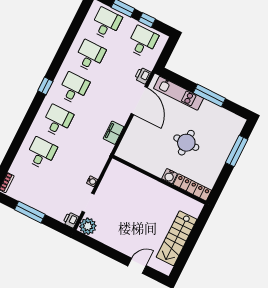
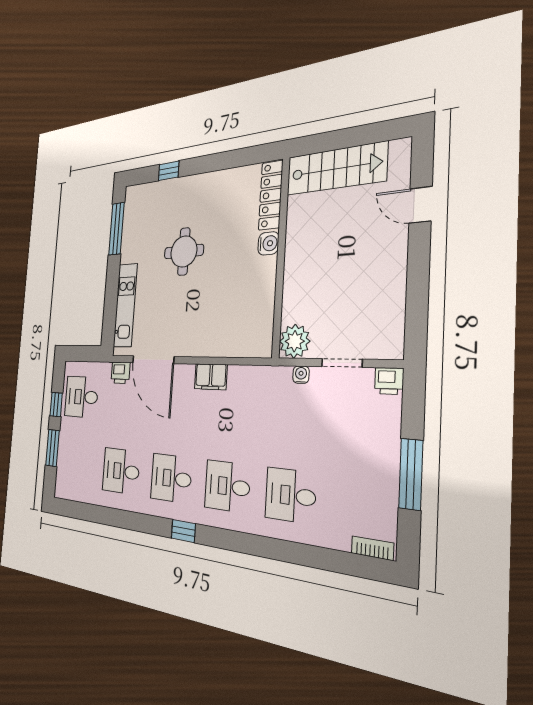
desk: (106, 24) -> (76, 465), removed
window: (209, 96) -> (117, 229), moved
door: (139, 101) -> (153, 360), swing flipped
window: (237, 151) -> (169, 171), width x0.46
water cooler: (169, 176) -> (268, 243), moved
wall: (159, 180) -> (281, 257), moved
locker: (192, 187) -> (271, 195), moved
plant: (88, 226) -> (295, 341), moved

